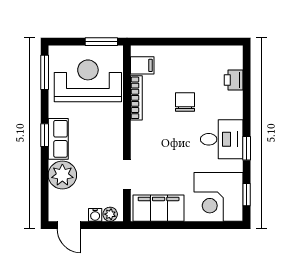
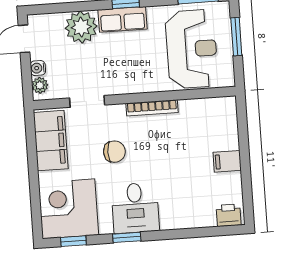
window: (101, 42) -> (236, 37), moved
filing cabinet: (142, 65) -> (227, 161), moved, turned 90
printer: (234, 80) -> (229, 215), moved
bookcase: (136, 98) -> (152, 108), moved
chair: (185, 102) -> (114, 152), moved

